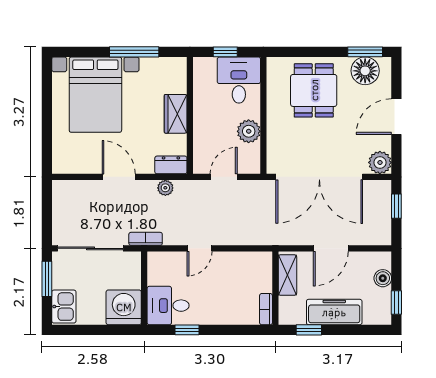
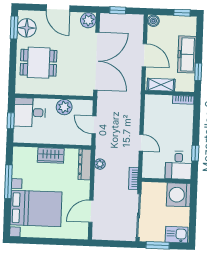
dresser: (171, 165) -> (85, 164), width x1.44
door: (119, 177) -> (91, 211), moved
boiler: (383, 278) -> (153, 21), moved

